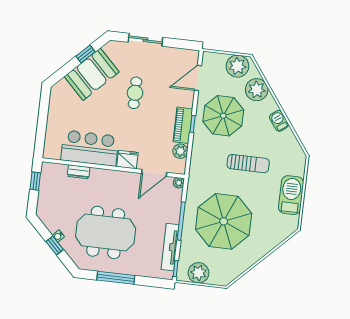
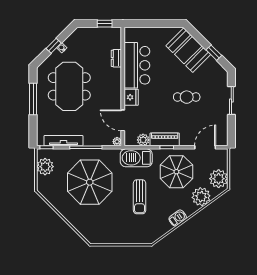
booth: (92, 74) -> (188, 50), moved
door: (198, 78) -> (205, 147), hinge flipped
barbecue: (291, 195) -> (136, 158), moved, turned 180

